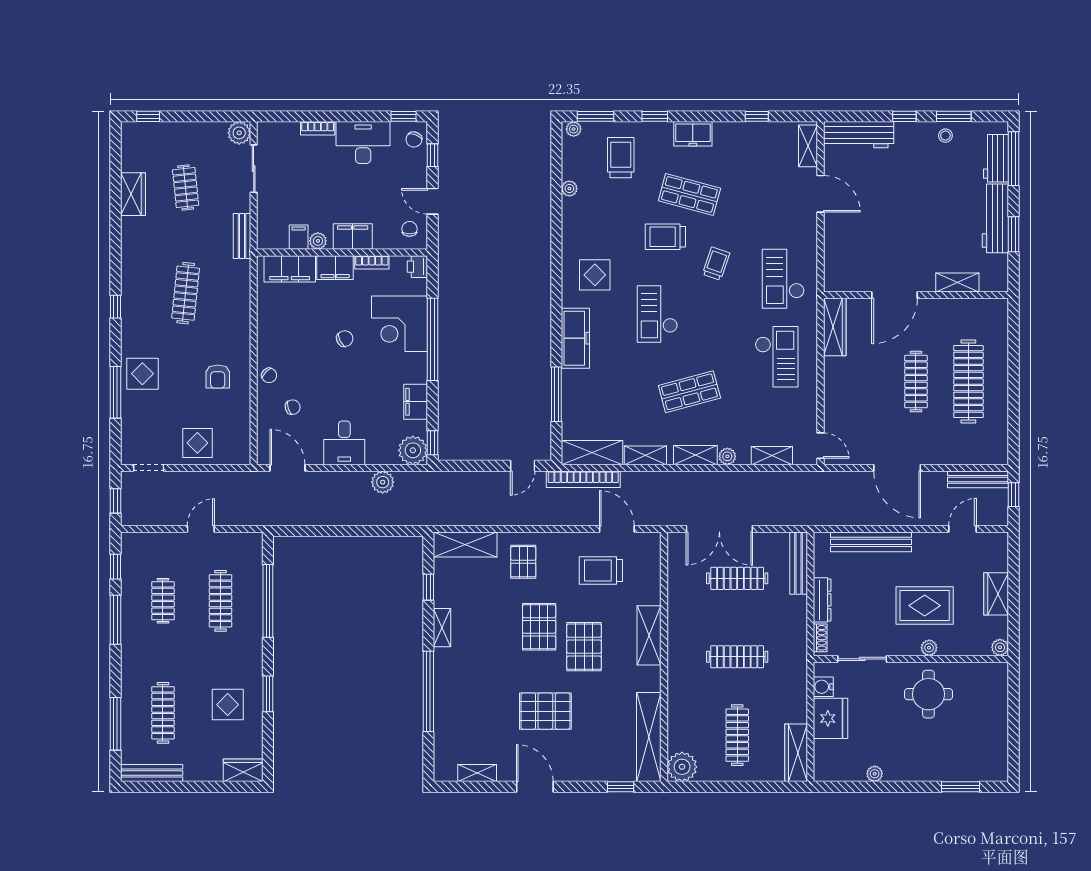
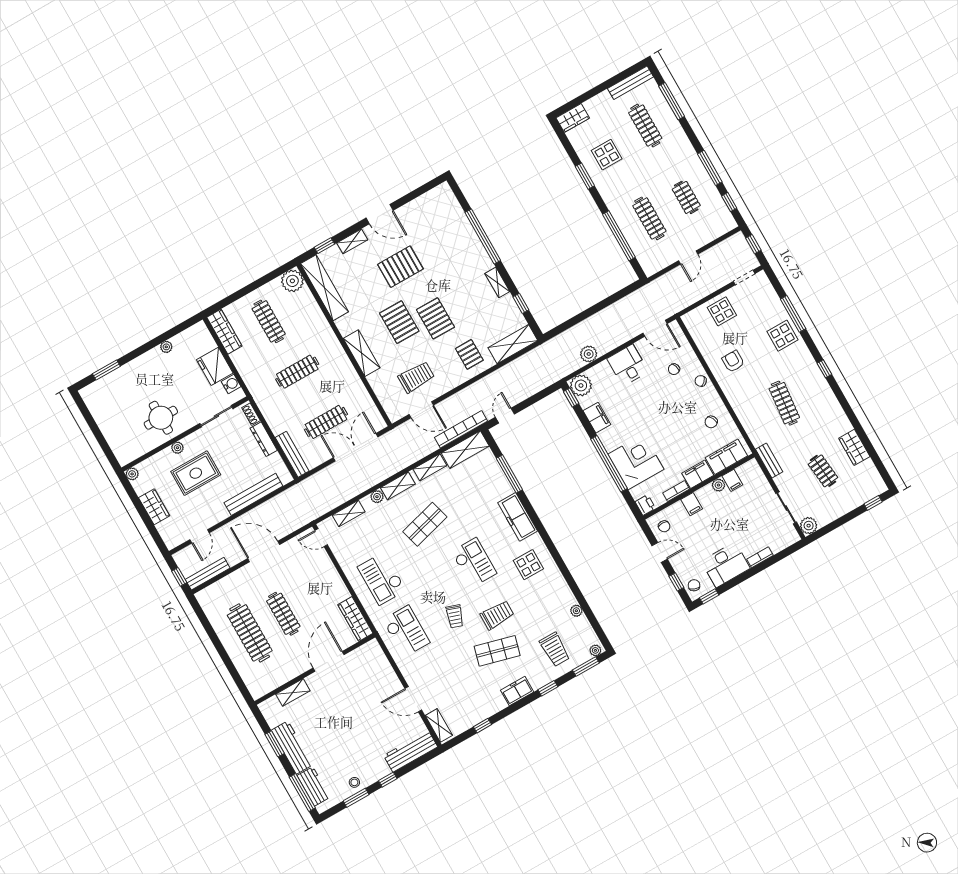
filing cabinet: (353, 237) -> (692, 504), width x0.50
chair: (345, 339) -> (711, 422), moved
shelving: (477, 773) -> (352, 241), moved

